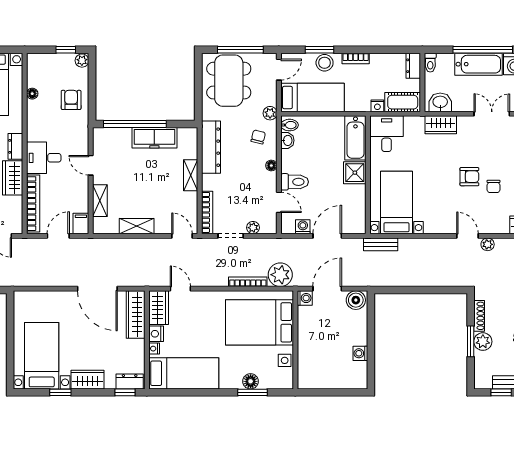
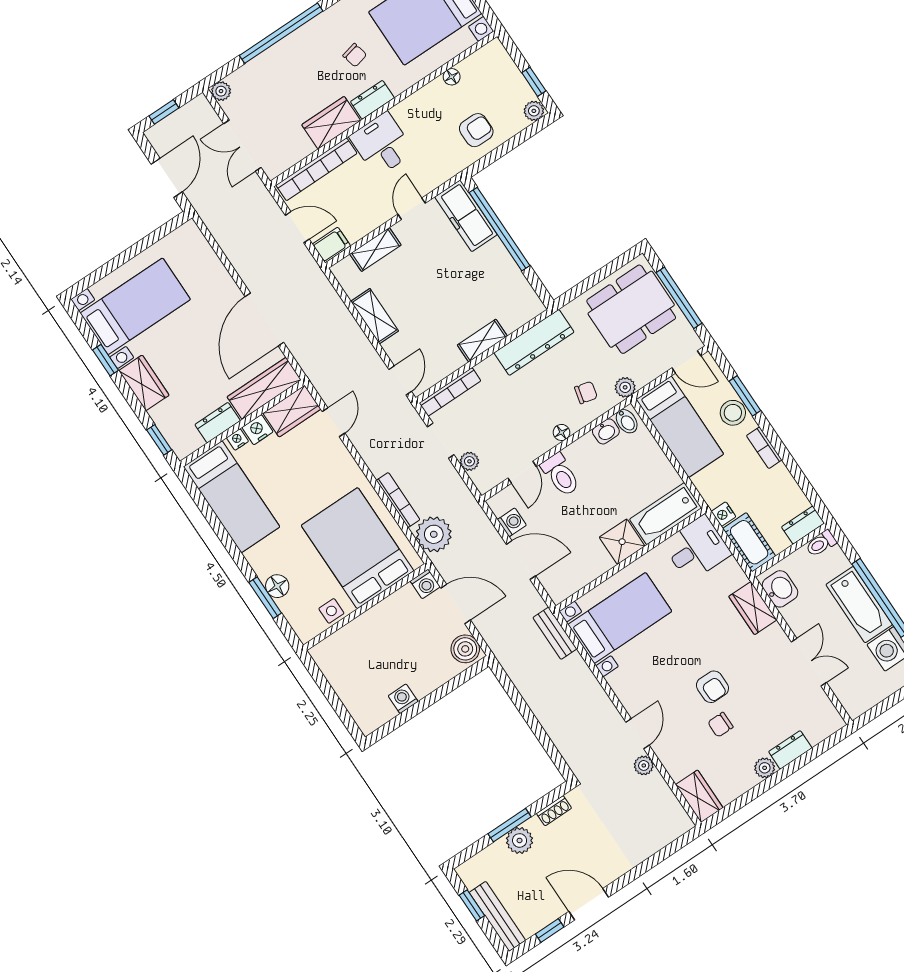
freezer: (154, 138) -> (466, 216), moved
shoe rack: (479, 316) -> (554, 811), width x0.70
dresser: (130, 381) -> (218, 423), moved, turned -90

